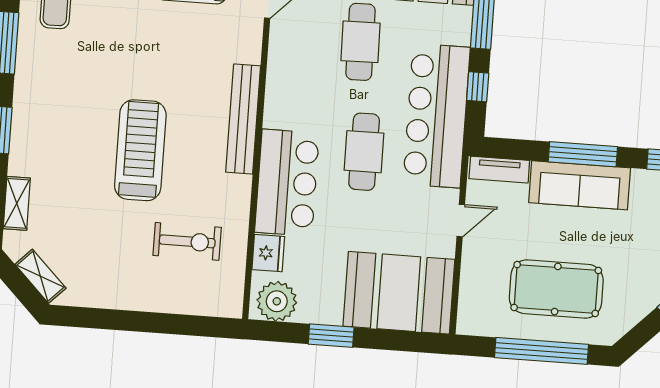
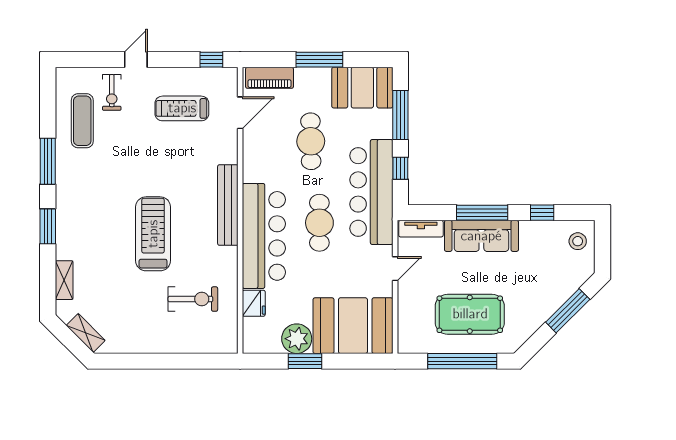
bar counter: (287, 183) -> (264, 236), width x1.36
plant: (277, 301) -> (297, 339), moved

